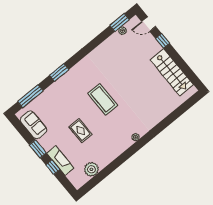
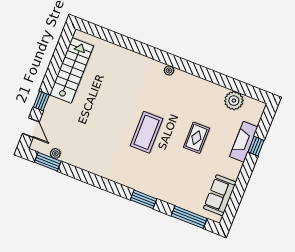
window: (38, 149) -> (245, 175), removed

